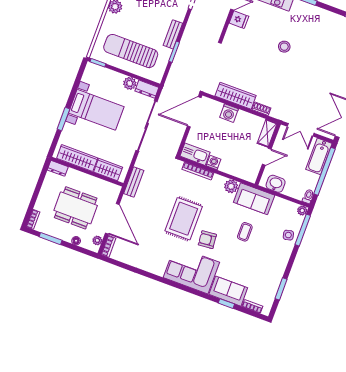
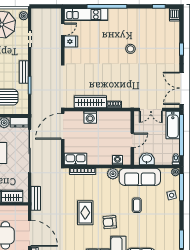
stool: (284, 47) -> (130, 49), moved
shelving: (267, 133) -> (126, 122), removed
washing machine: (213, 162) -> (117, 160), moved
sofa: (254, 199) -> (140, 177), width x1.36
rug: (184, 219) -> (85, 213), width x0.73, depth x0.70

